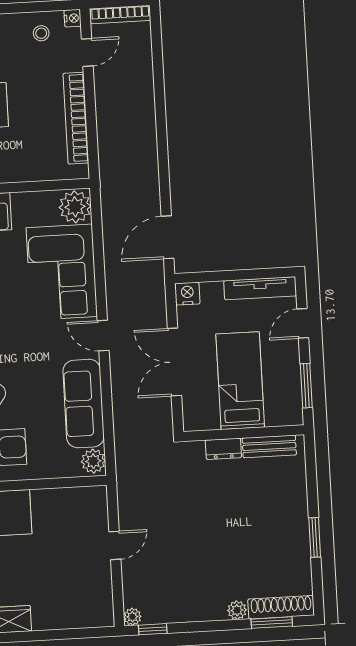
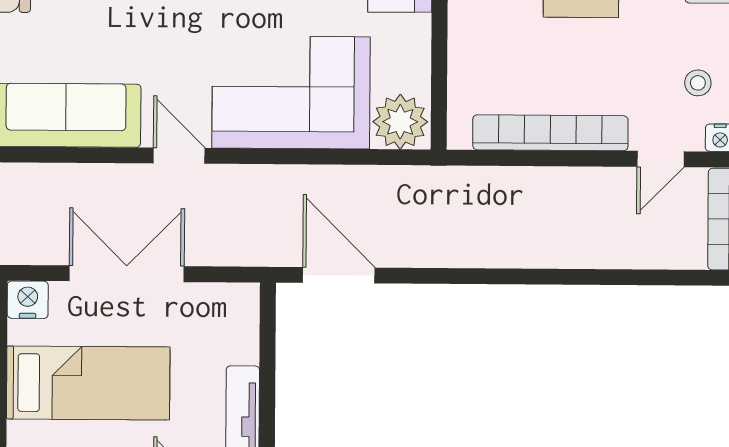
door: (87, 52) -> (661, 159), hinge flipped
nightstand: (187, 294) -> (28, 300), moved, turned -90
door: (103, 336) -> (179, 156), hinge flipped

